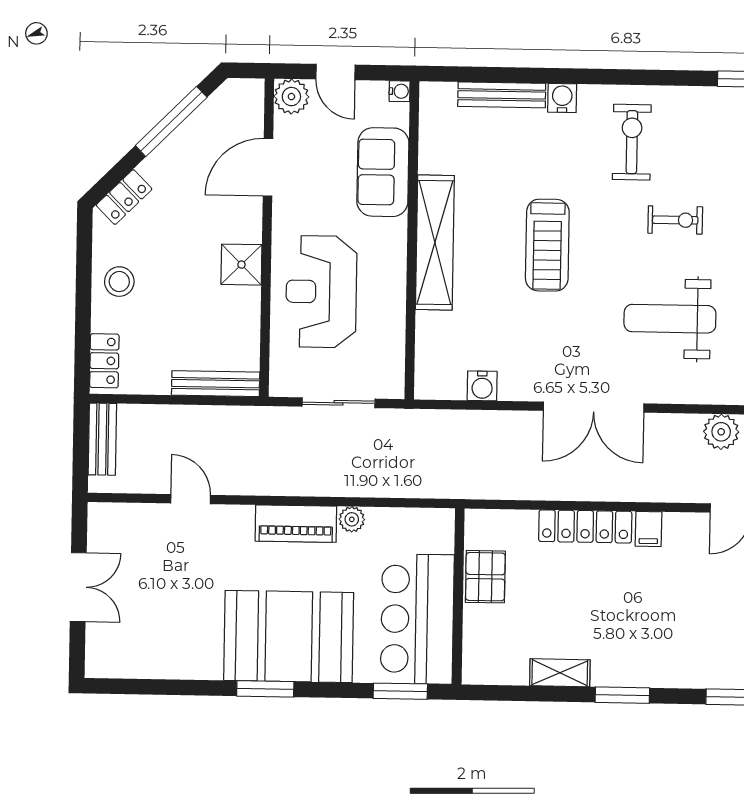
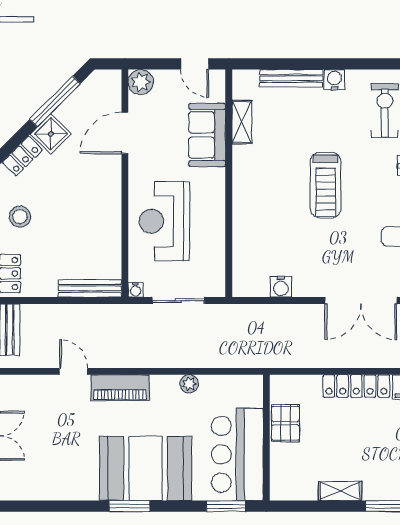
door: (336, 72) -> (195, 64), moved
water cooler: (400, 91) -> (136, 290), moved, turned 90
shelving: (435, 242) -> (242, 122), moved, width x0.45, depth x0.75
shower: (241, 265) -> (51, 134), moved, turned 45
piano: (296, 524) -> (120, 388), moved

